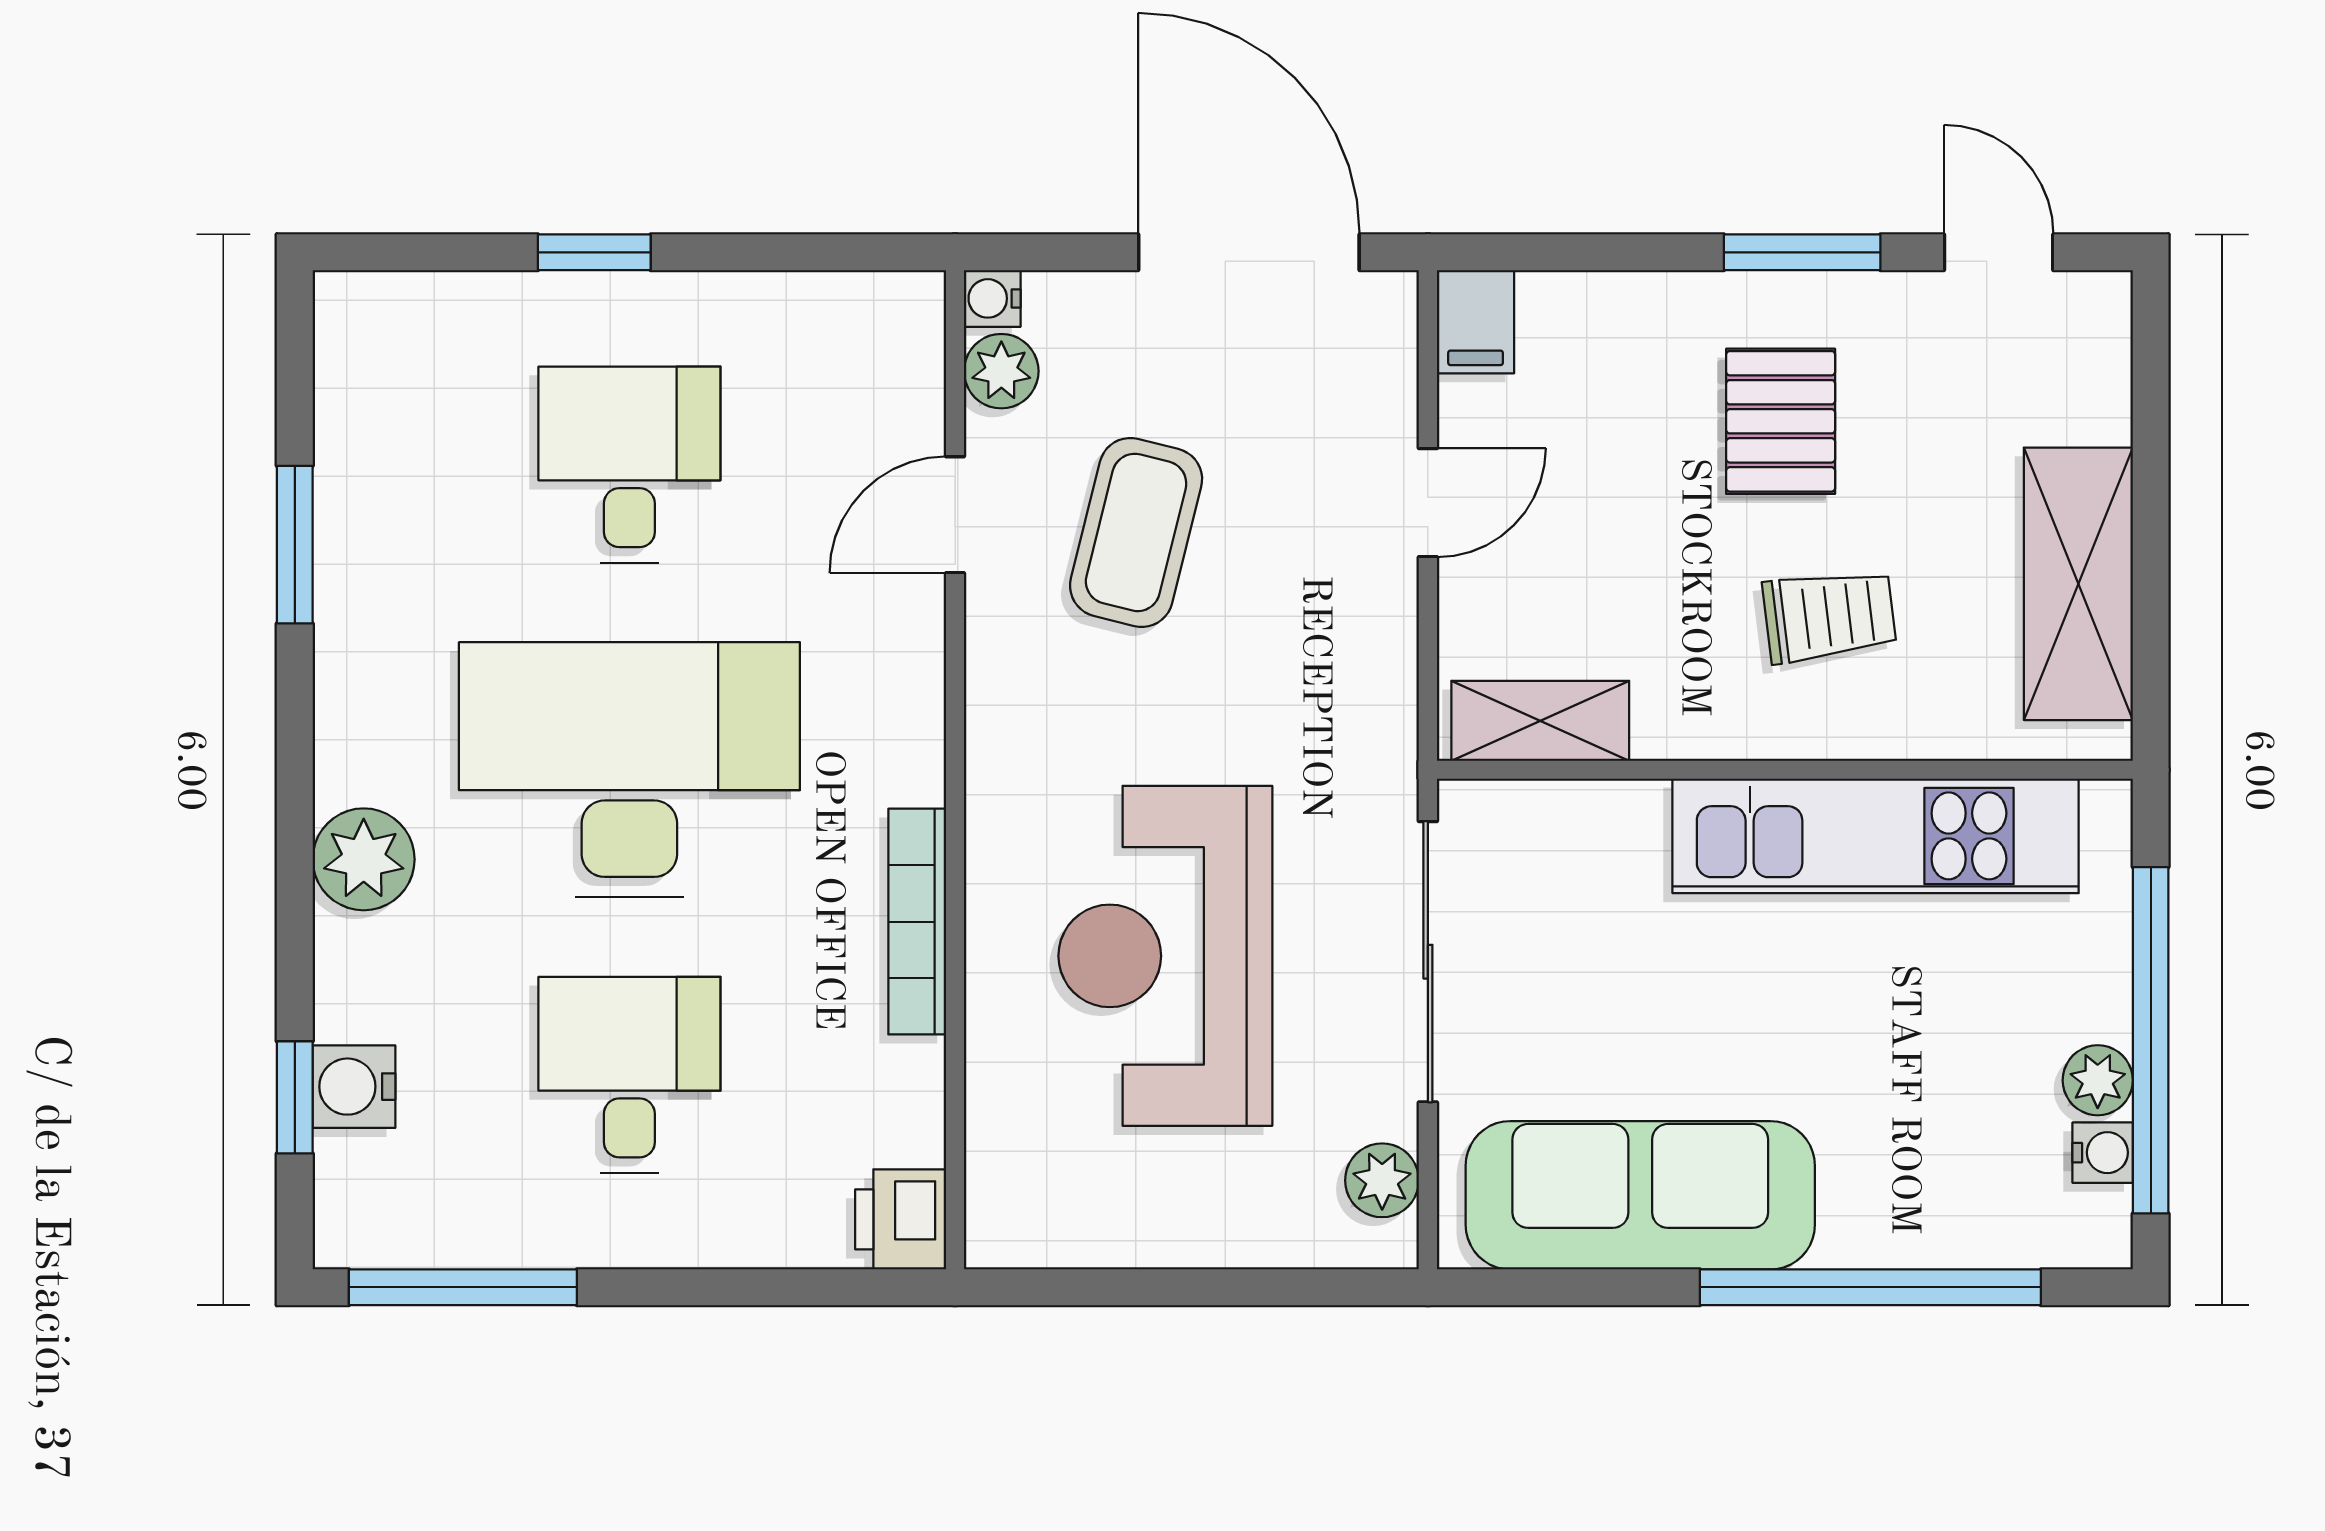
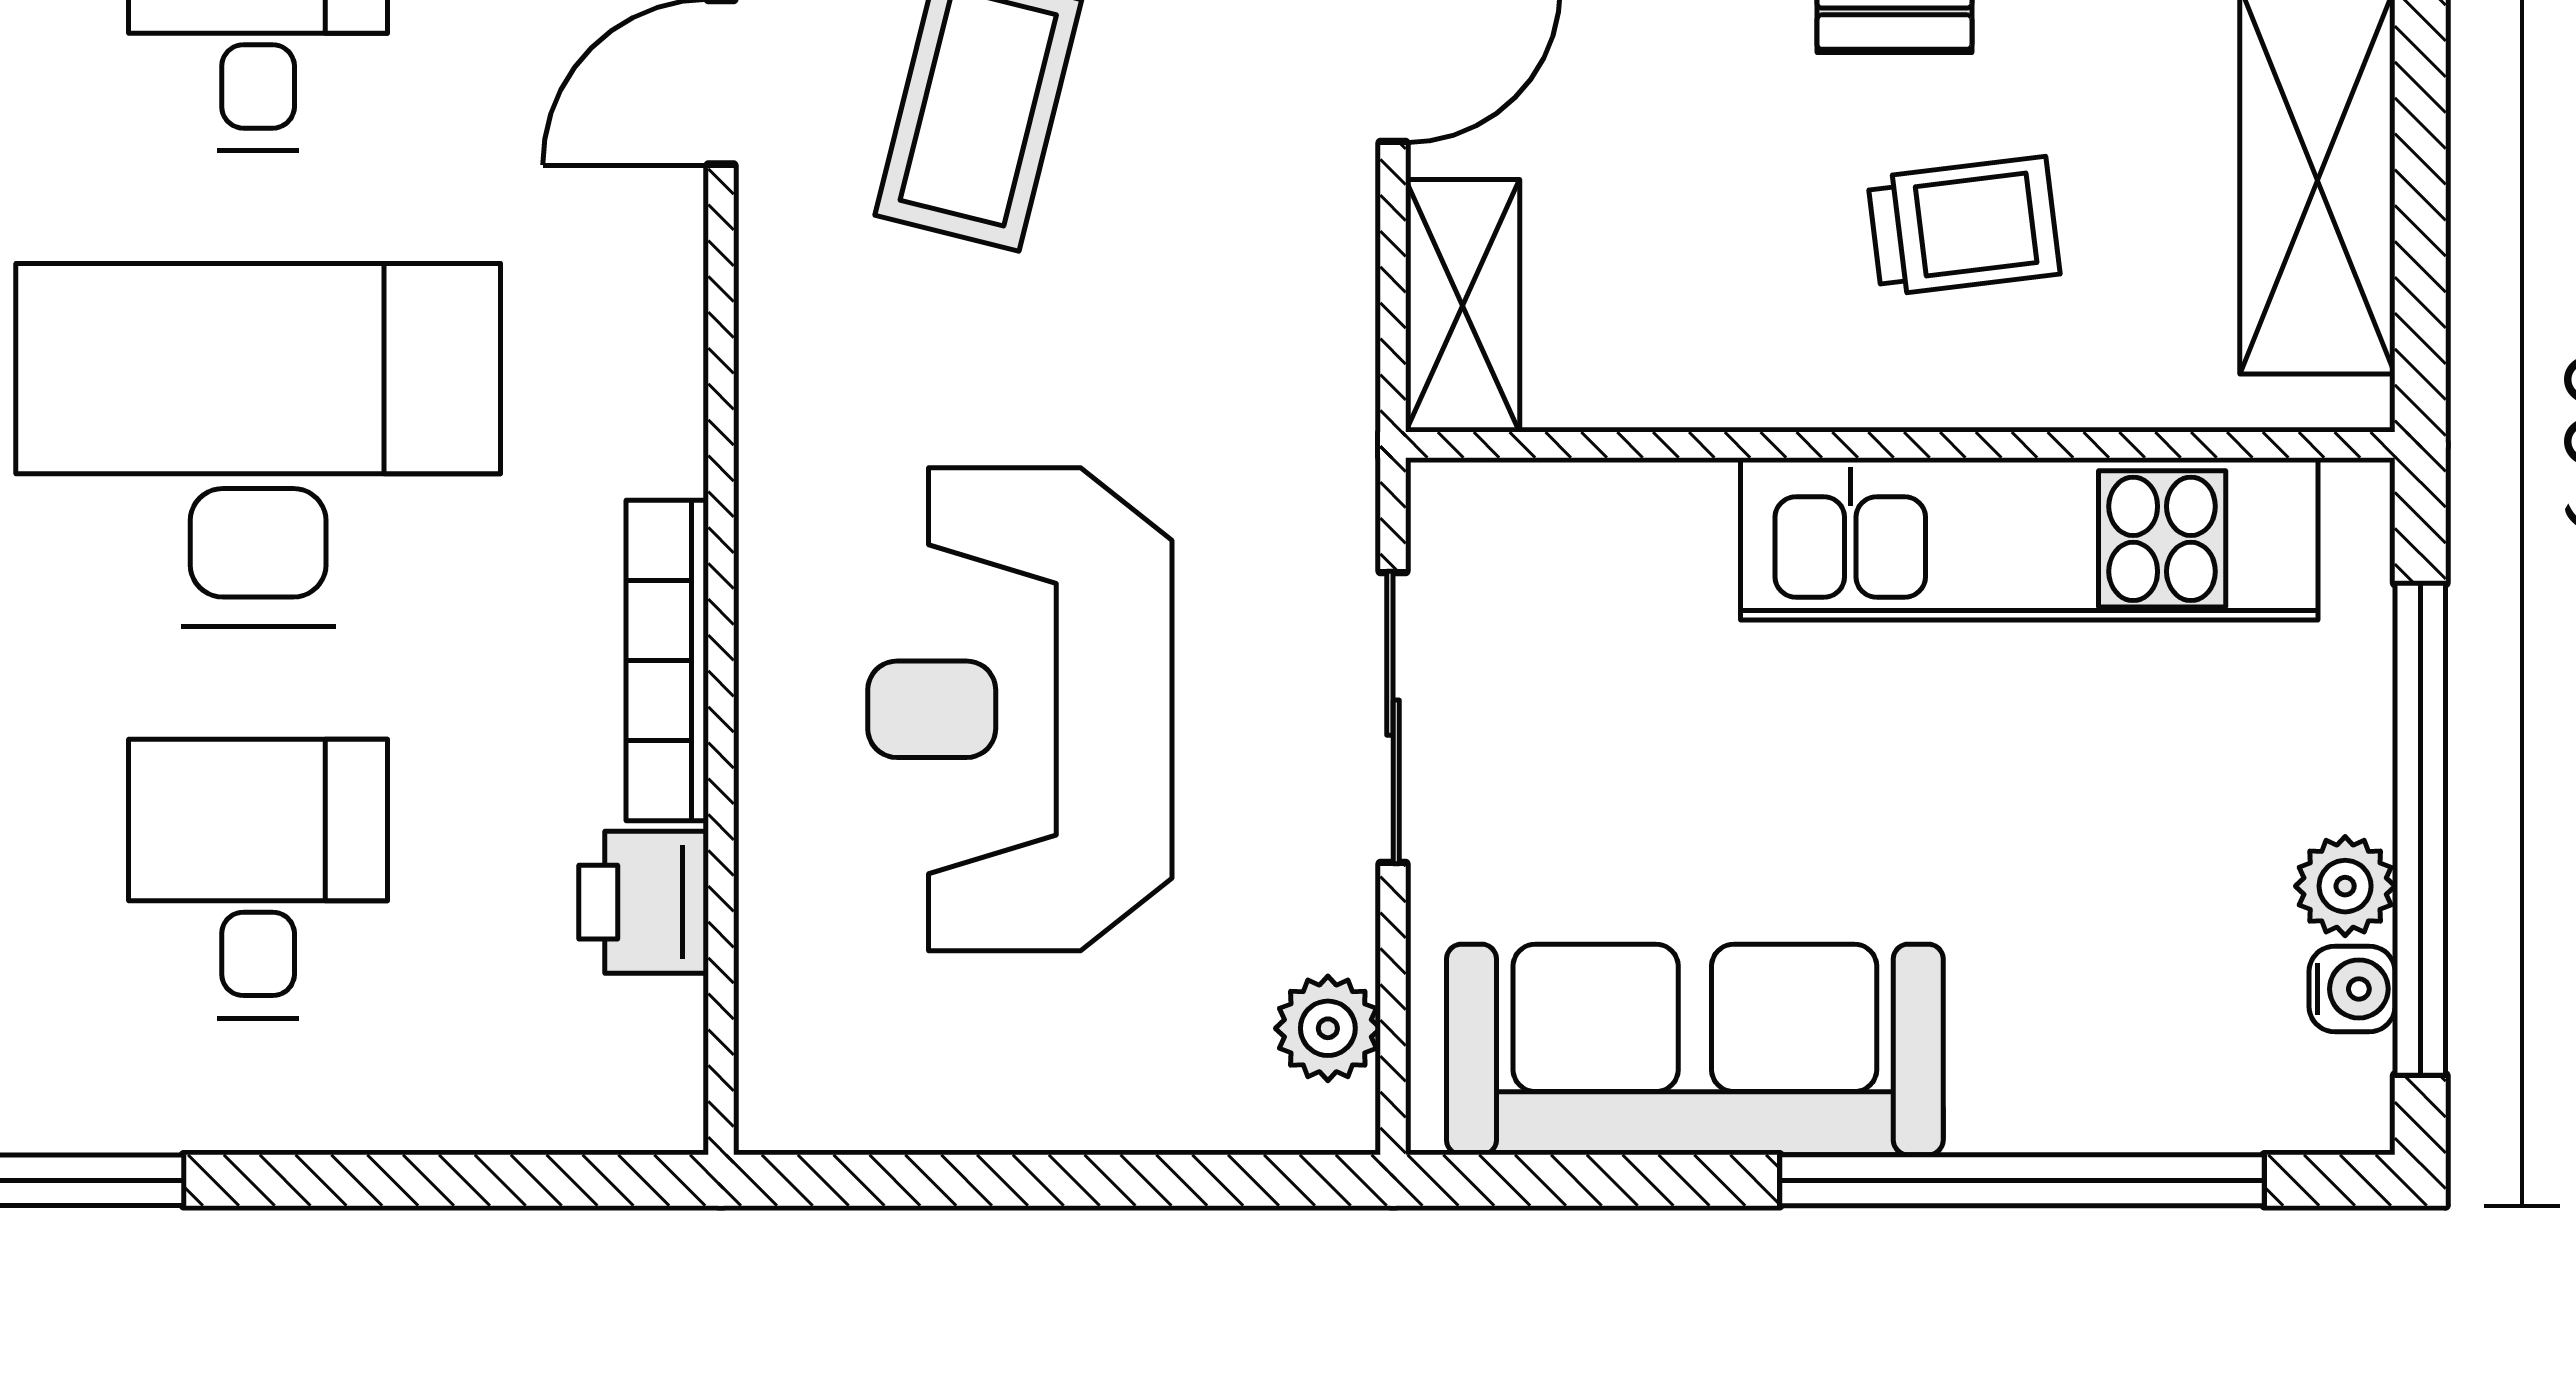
shelving: (1540, 721) -> (1463, 306), moved, turned 90
sliding door: (1428, 962) -> (1393, 718), width x0.73
printer: (901, 1219) -> (644, 902), moved

